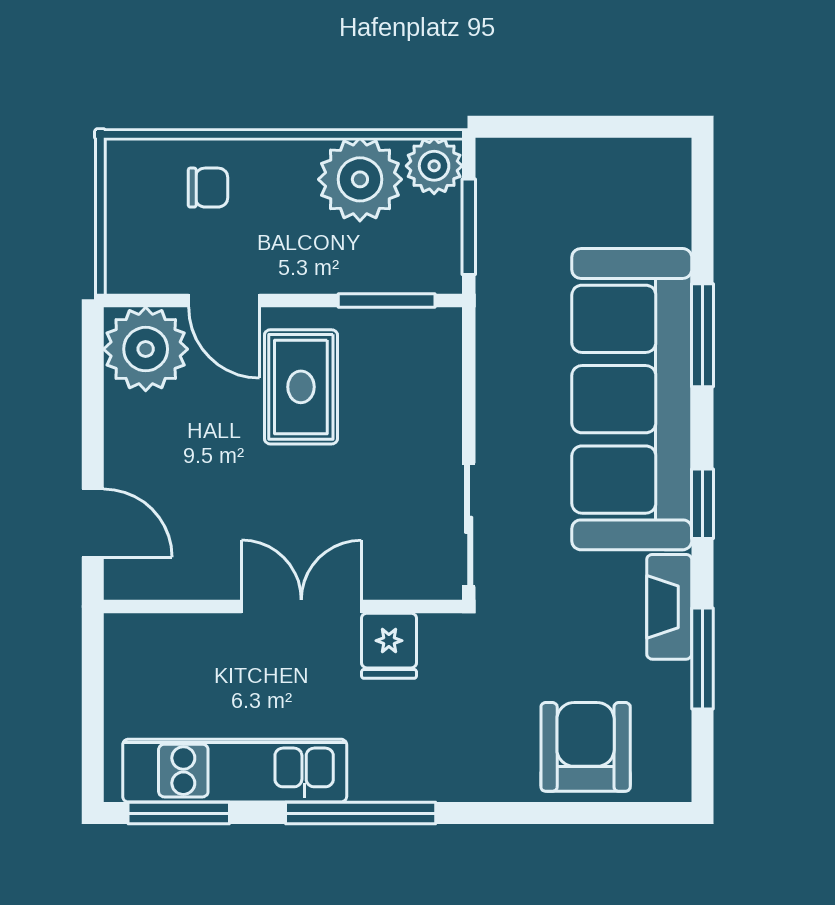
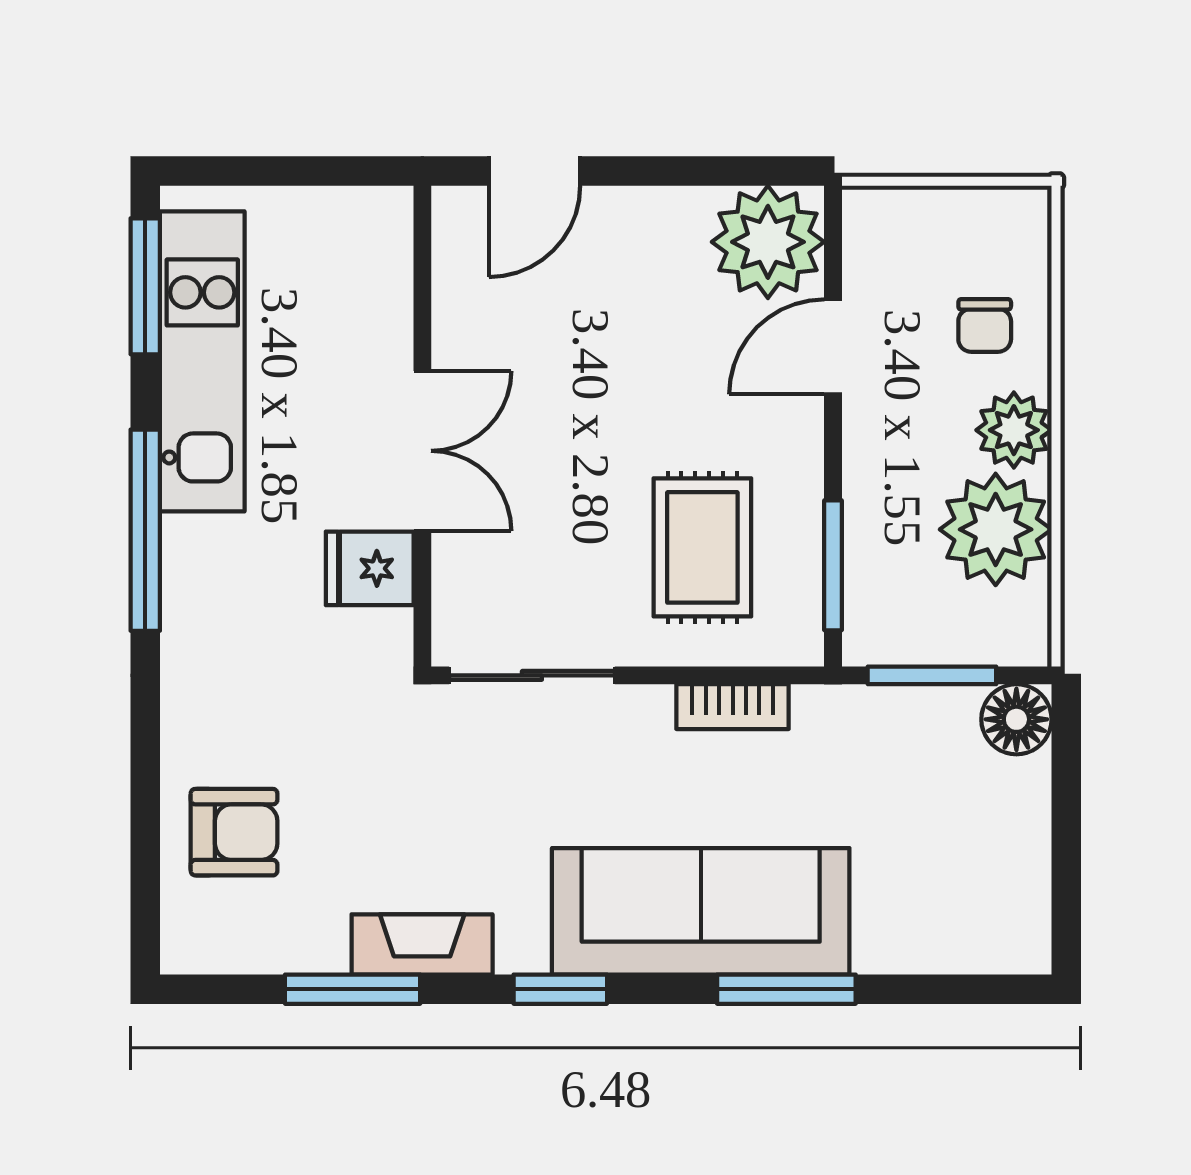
floor lamp: (501, 164) -> (1016, 719), added
plant: (434, 166) -> (1014, 430), moved
bookcase: (492, 375) -> (733, 707), added
rug: (301, 387) -> (702, 547), moved, turned 90
sofa: (632, 399) -> (701, 911), width x0.74, depth x0.79
armchair: (586, 747) -> (234, 832), width x0.72, depth x0.72

